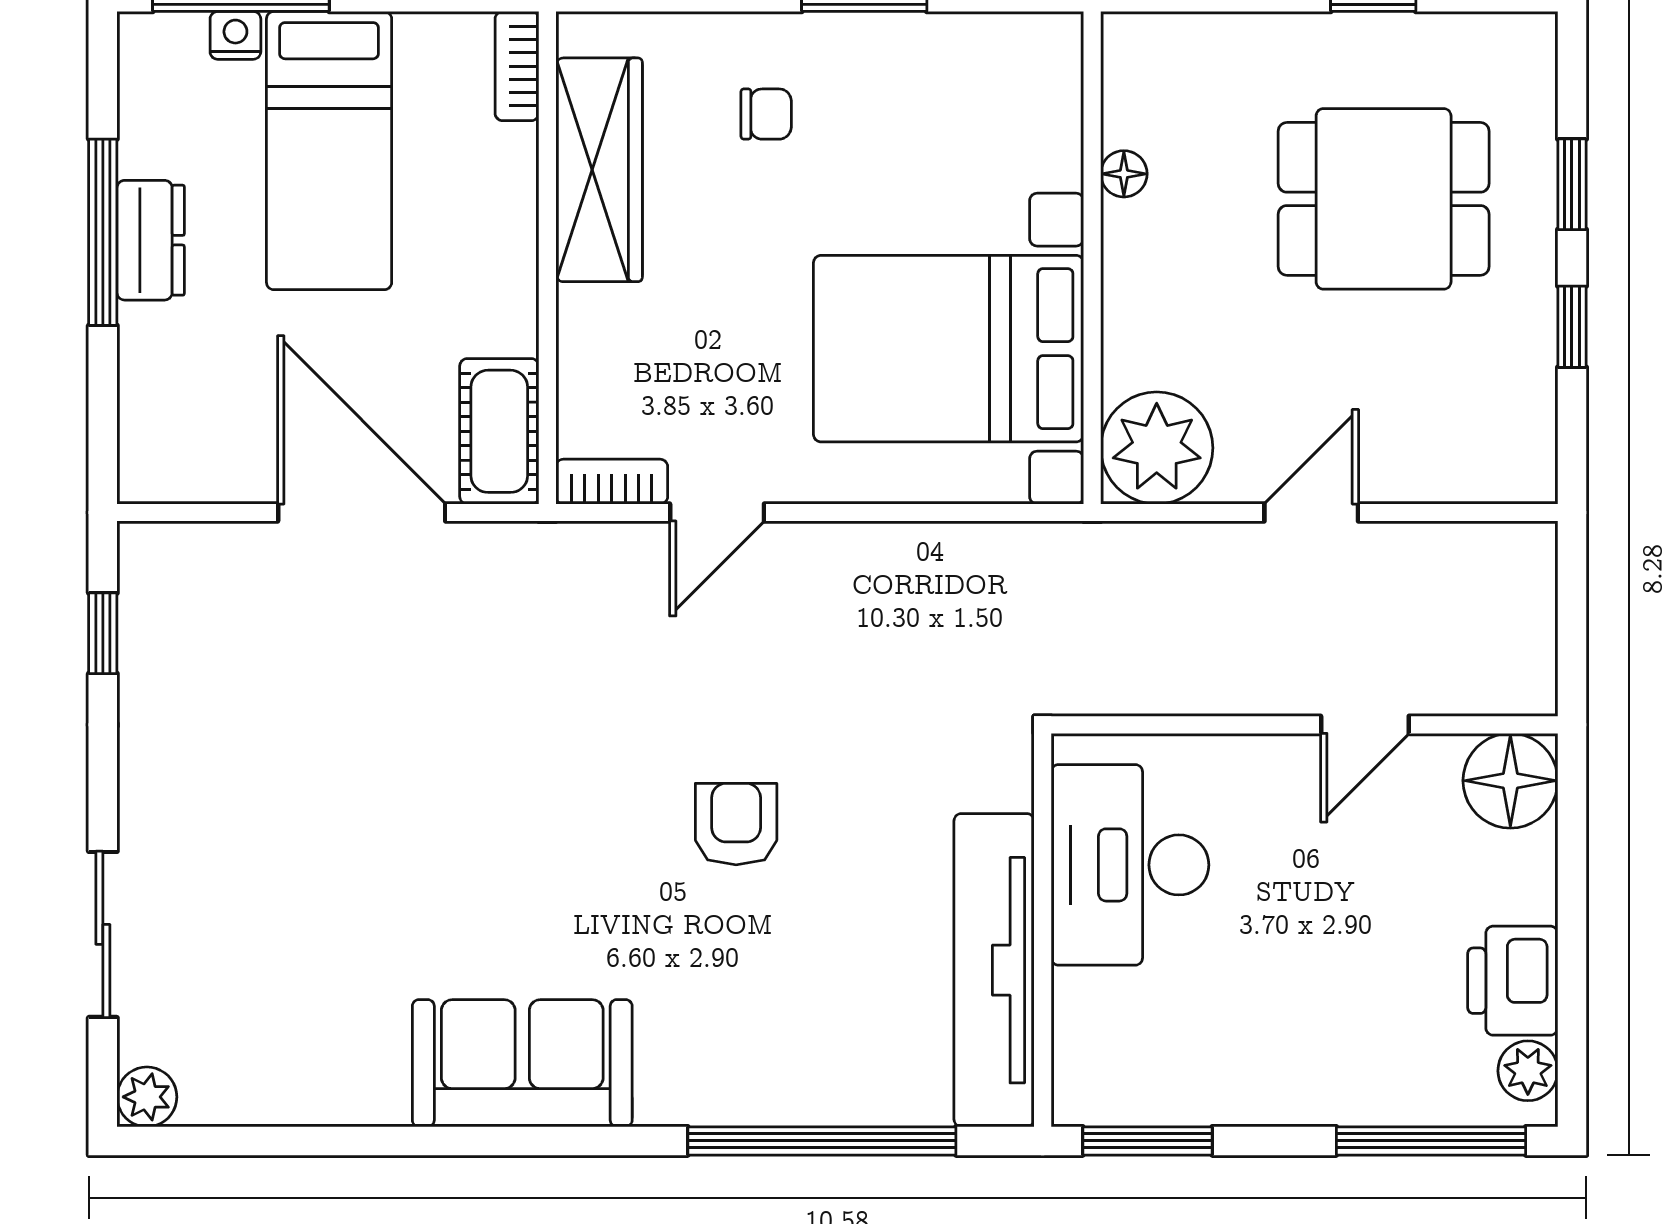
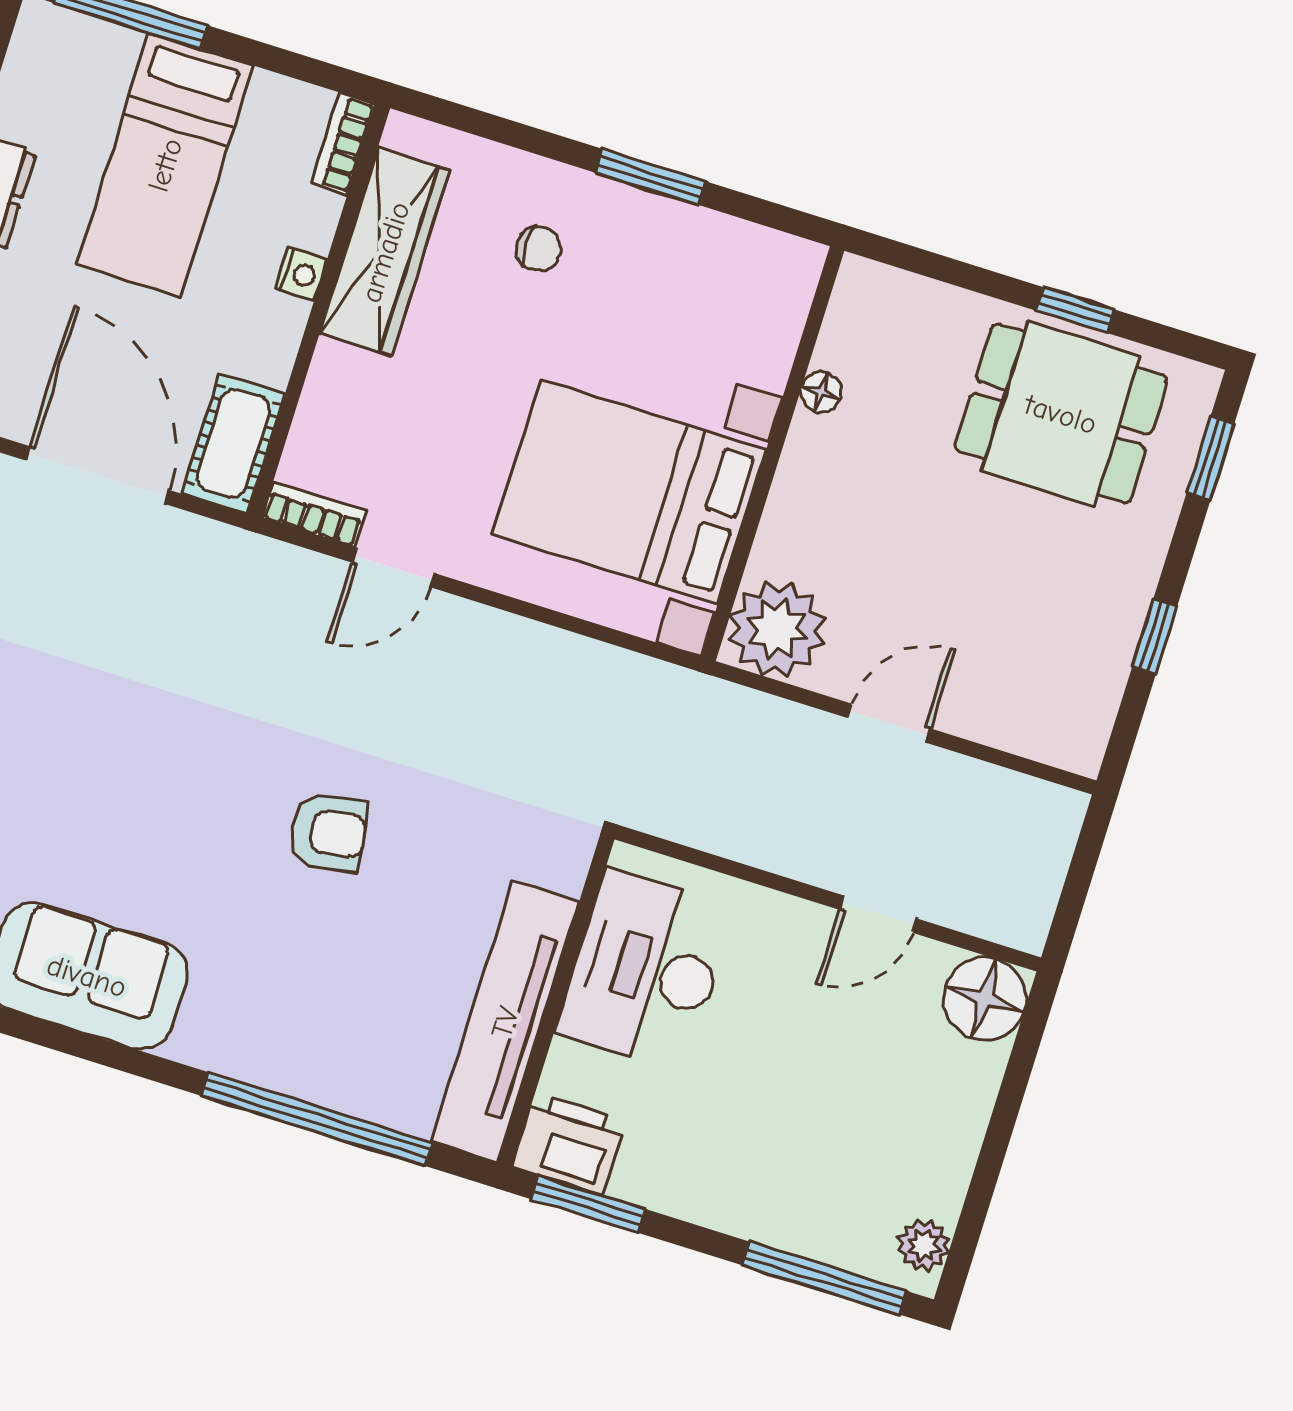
nightstand: (235, 35) -> (301, 274), moved, turned 90
window: (1572, 184) -> (1211, 458), moved
dining table: (1384, 199) -> (1061, 414), moved
armchair: (736, 824) -> (328, 833), turned 81
printer: (1513, 981) -> (569, 1144), moved, turned 90

